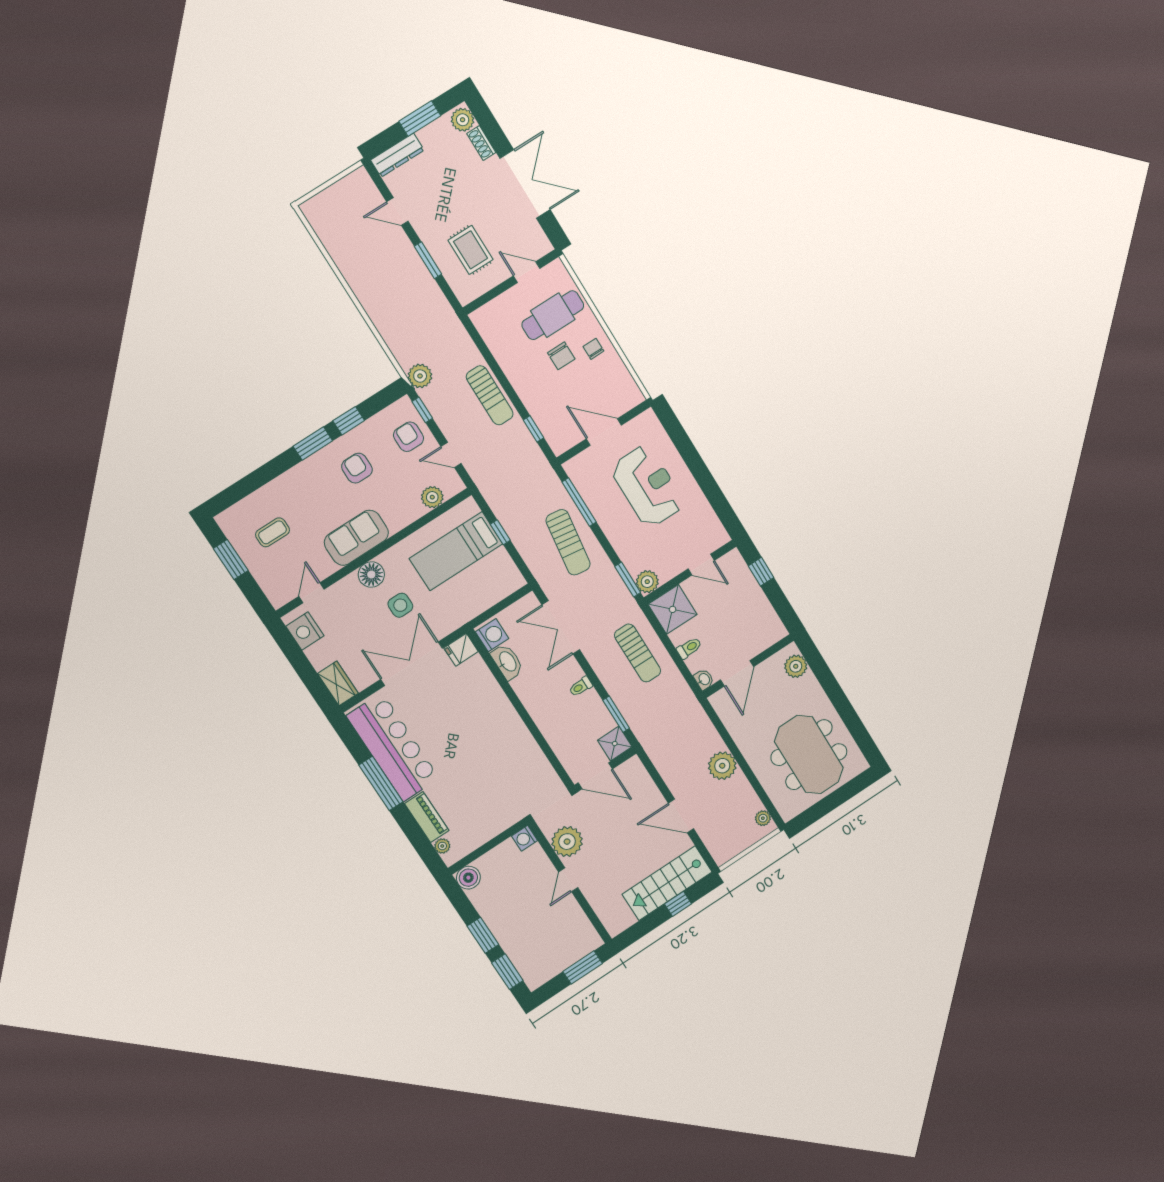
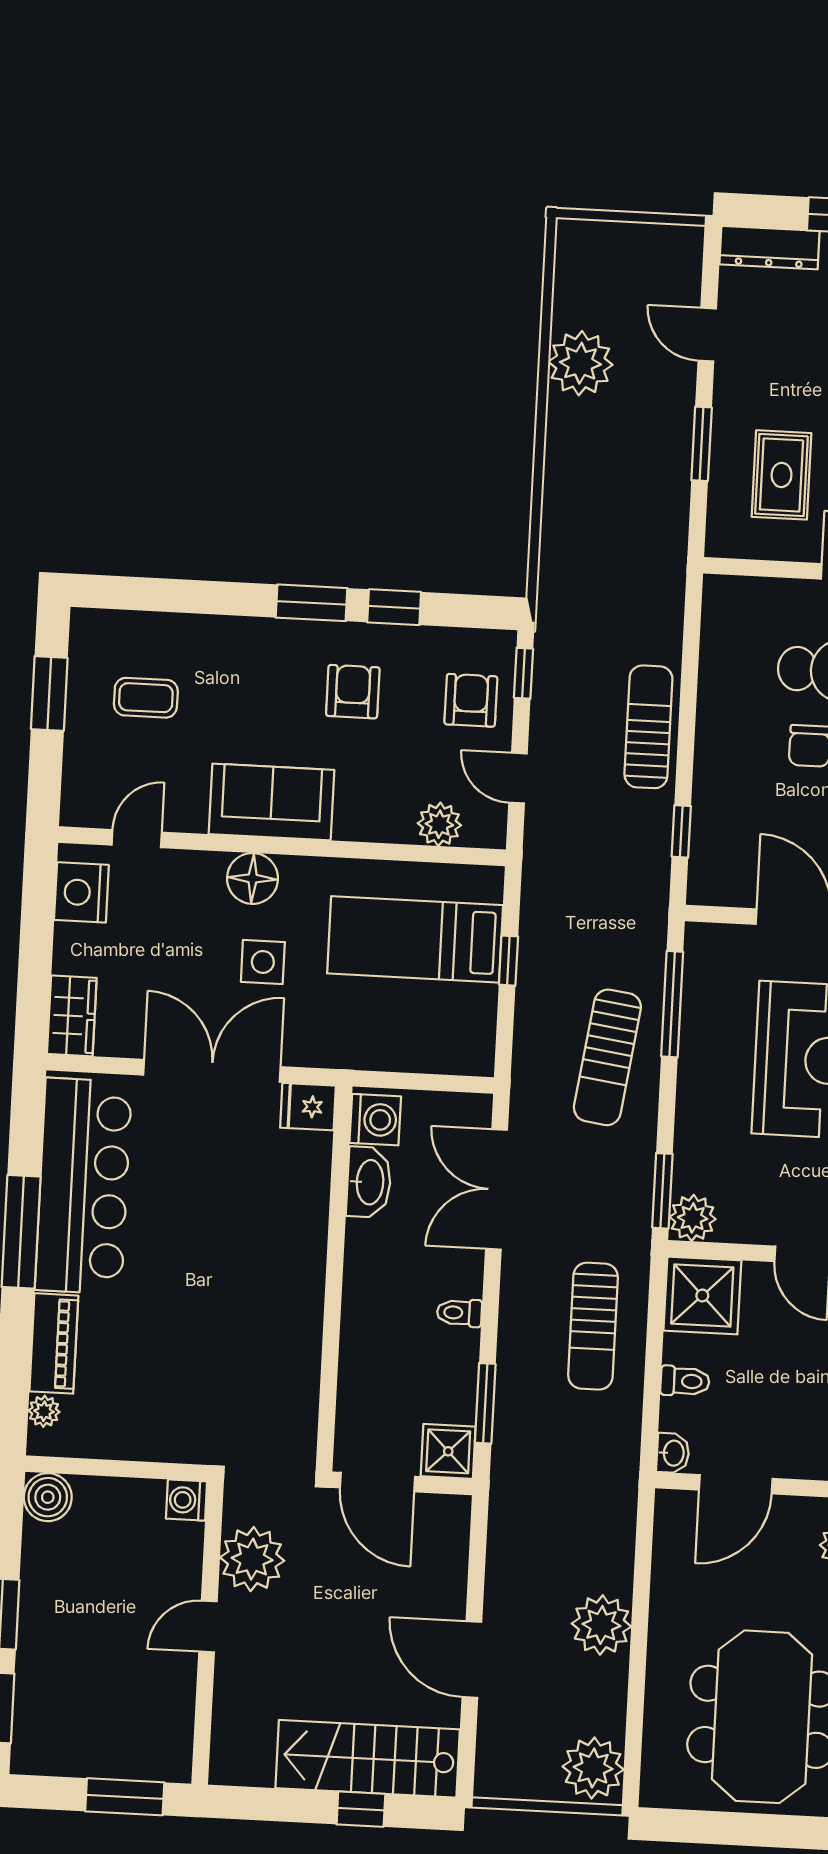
plant: (420, 376) -> (580, 363), moved, width x1.36, depth x1.36
sun lounger: (490, 395) -> (648, 727), turned 180
plant: (763, 818) -> (593, 1768), width x1.88, depth x1.88

